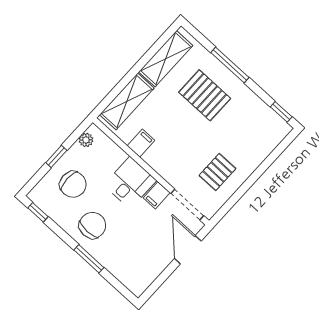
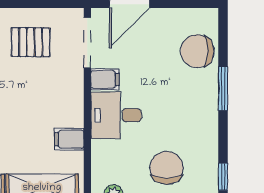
chair: (92, 225) -> (197, 51), moved

